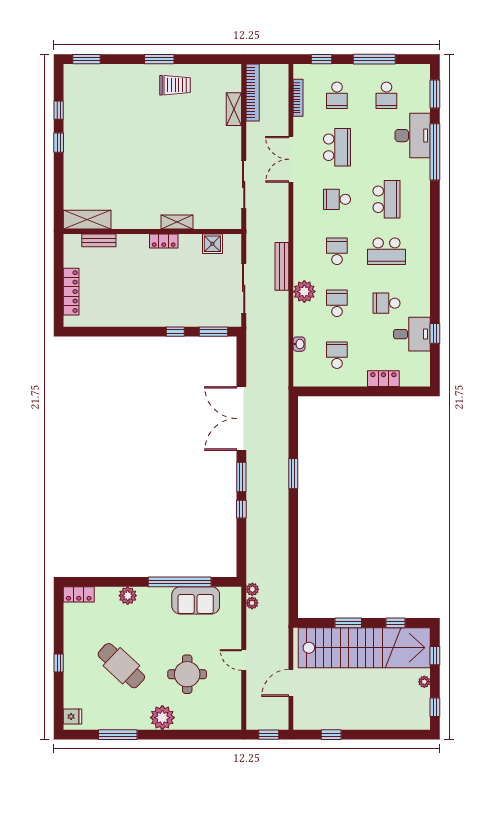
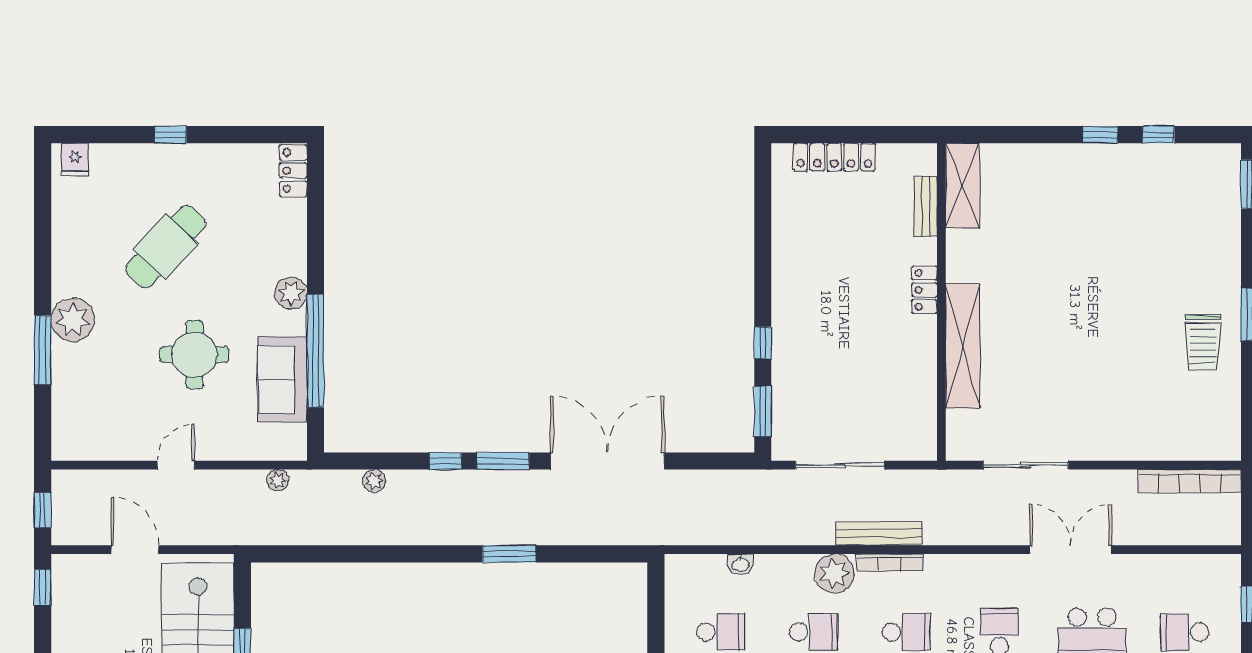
bookcase: (298, 98) -> (890, 562), moved
shelving: (234, 109) -> (1160, 448), removed
shelving: (177, 222) -> (963, 346), width x2.20, depth x1.33
locker: (164, 241) -> (924, 290), moved
shower: (212, 244) -> (920, 409), removed
plant: (252, 589) -> (374, 481), moved
plant: (128, 596) -> (291, 293), moved
round table: (187, 674) -> (194, 355), moved
window: (118, 735) -> (43, 350), moved
window: (331, 735) -> (43, 587), moved

